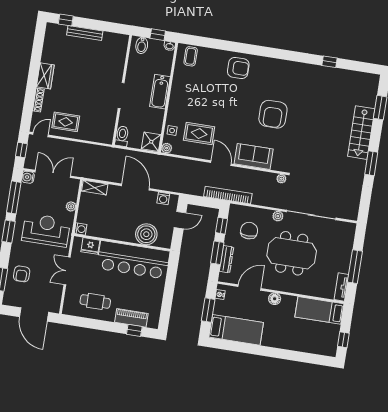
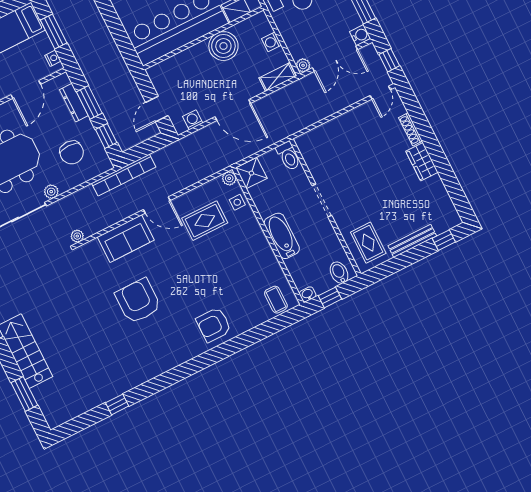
rug: (66, 122) -> (368, 243), moved, turned 90
plant: (71, 206) -> (303, 65), moved
washing machine: (81, 229) -> (272, 42), moved
boiler: (146, 234) -> (223, 46), moved

